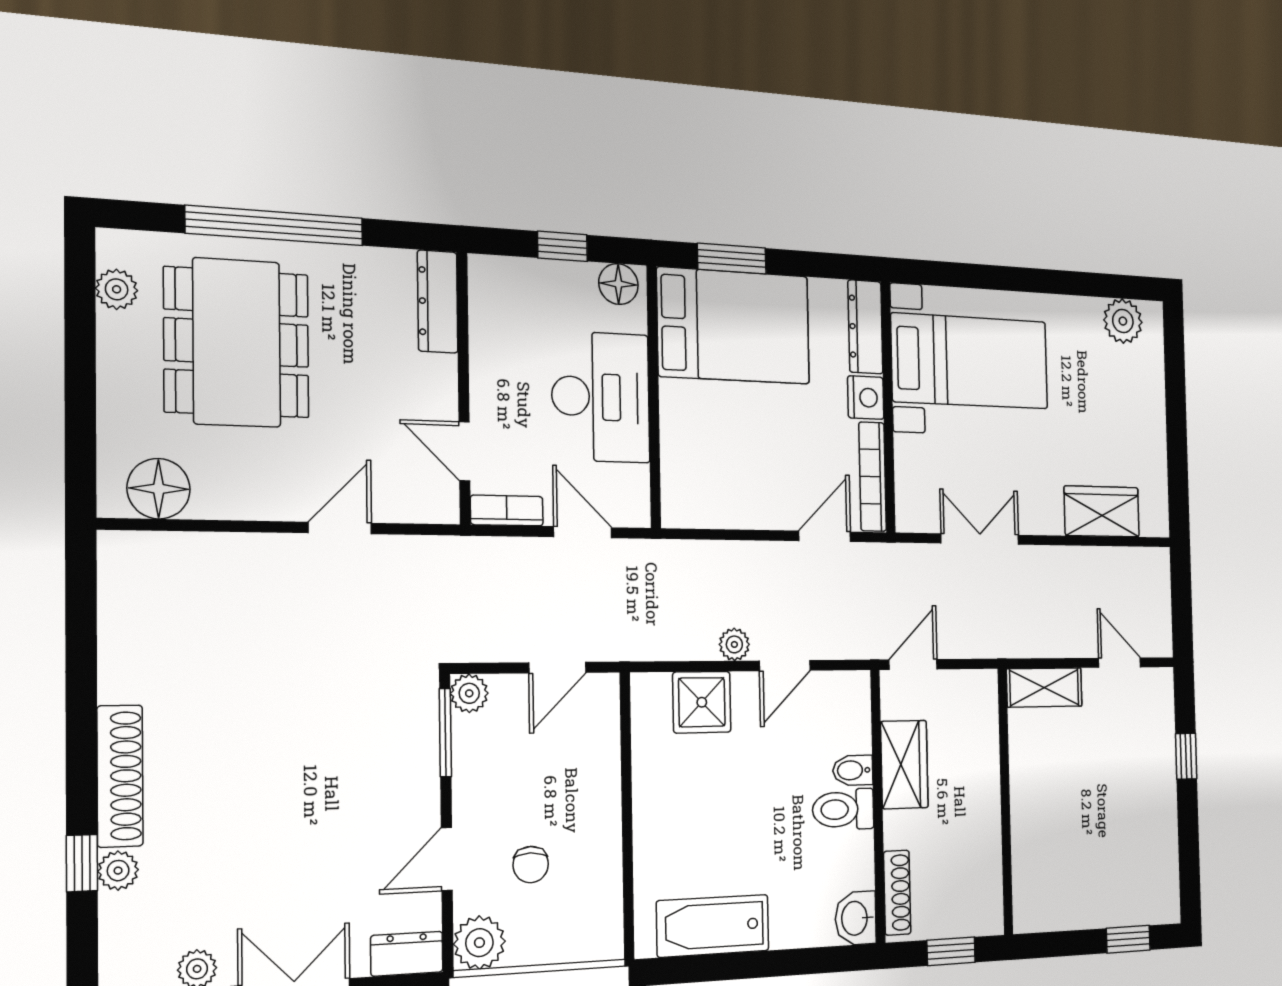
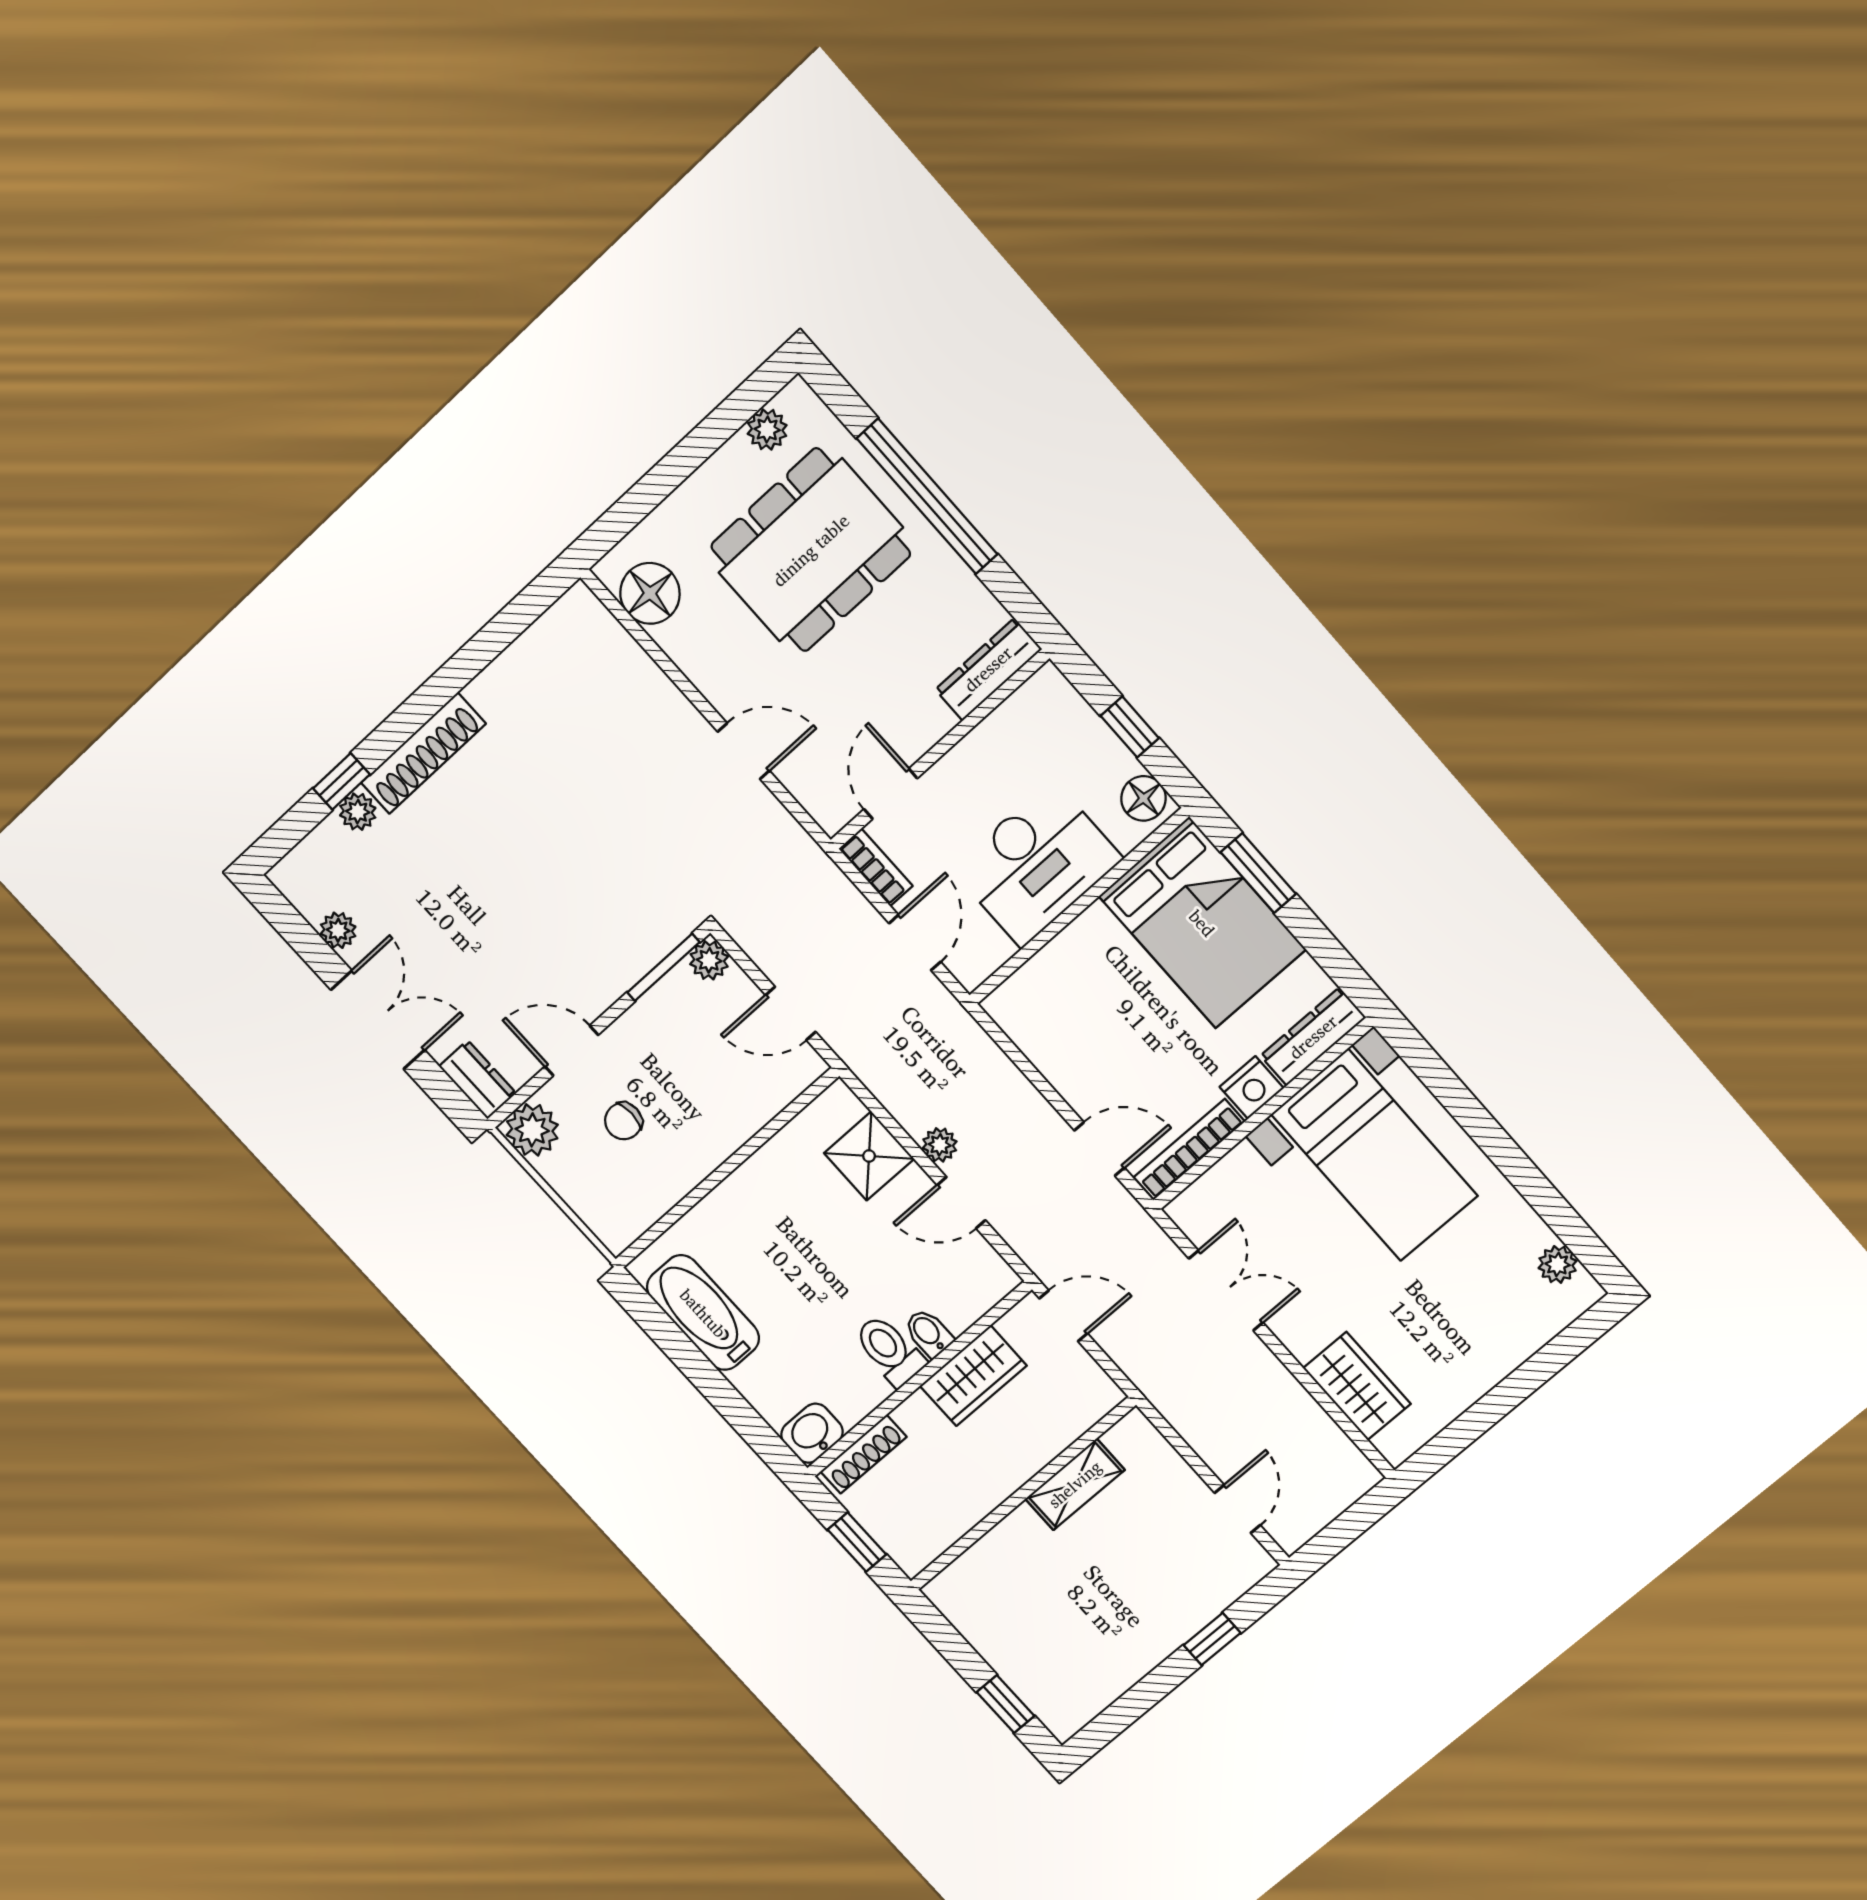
plant: (1123, 321) -> (1558, 1264), width x0.73, depth x0.73
shelving: (1044, 687) -> (1075, 1484), moved, turned 90

